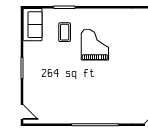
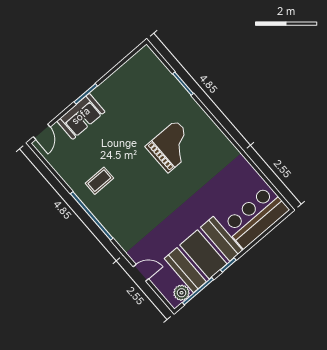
sofa: (33, 25) -> (81, 116), moved
coffee table: (65, 32) -> (99, 181), moved

